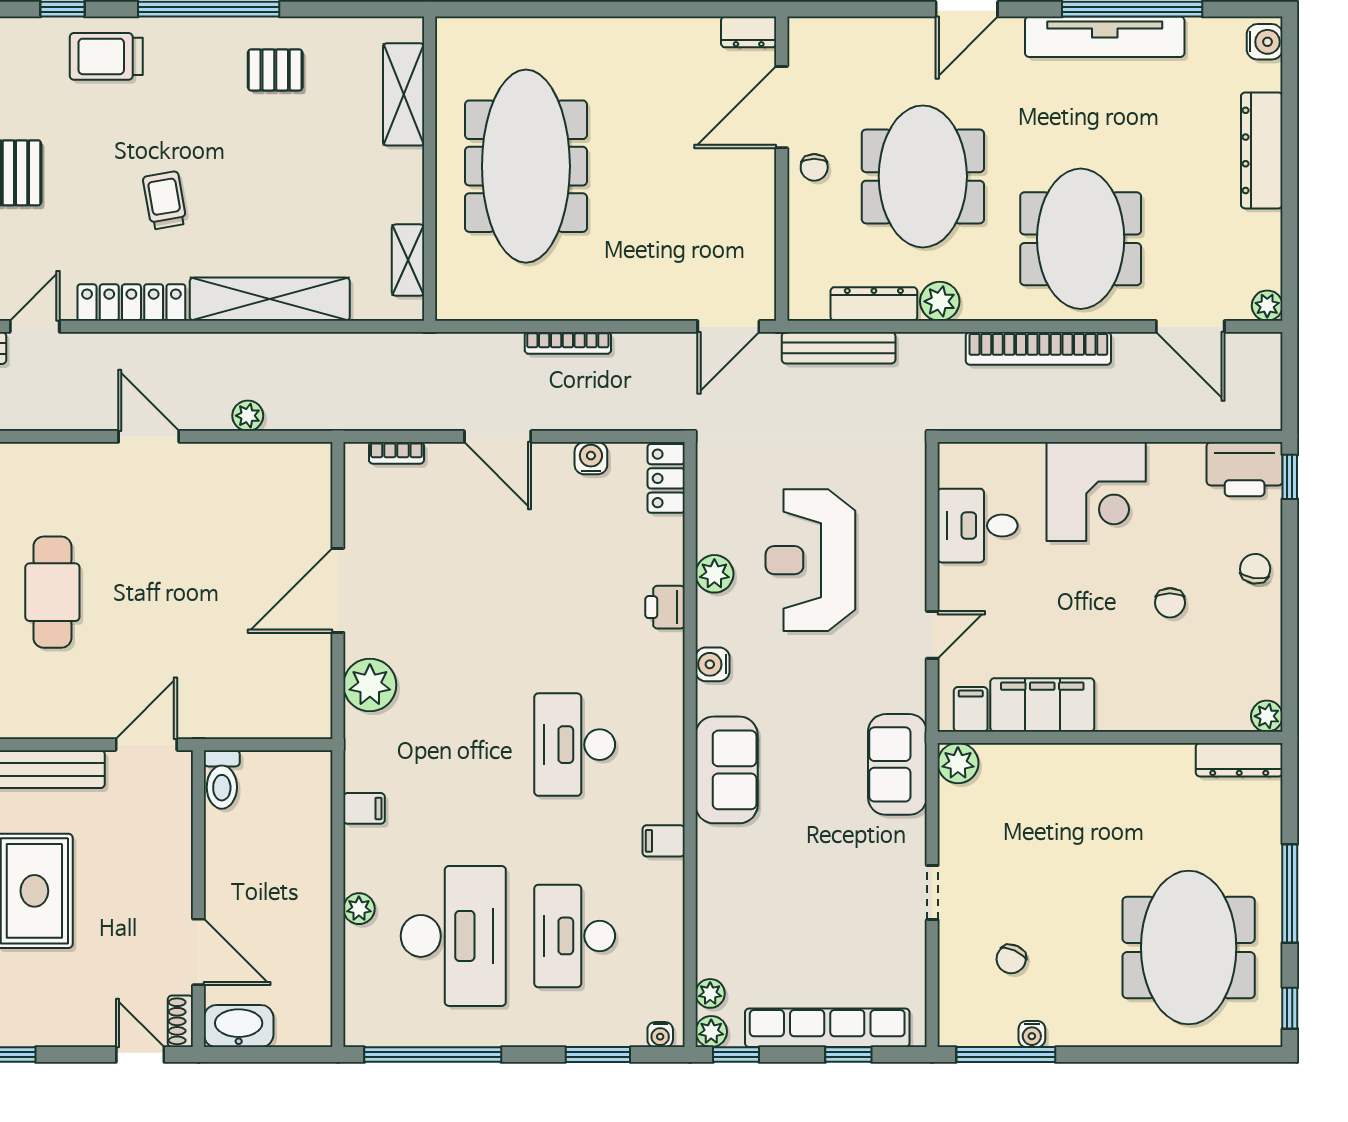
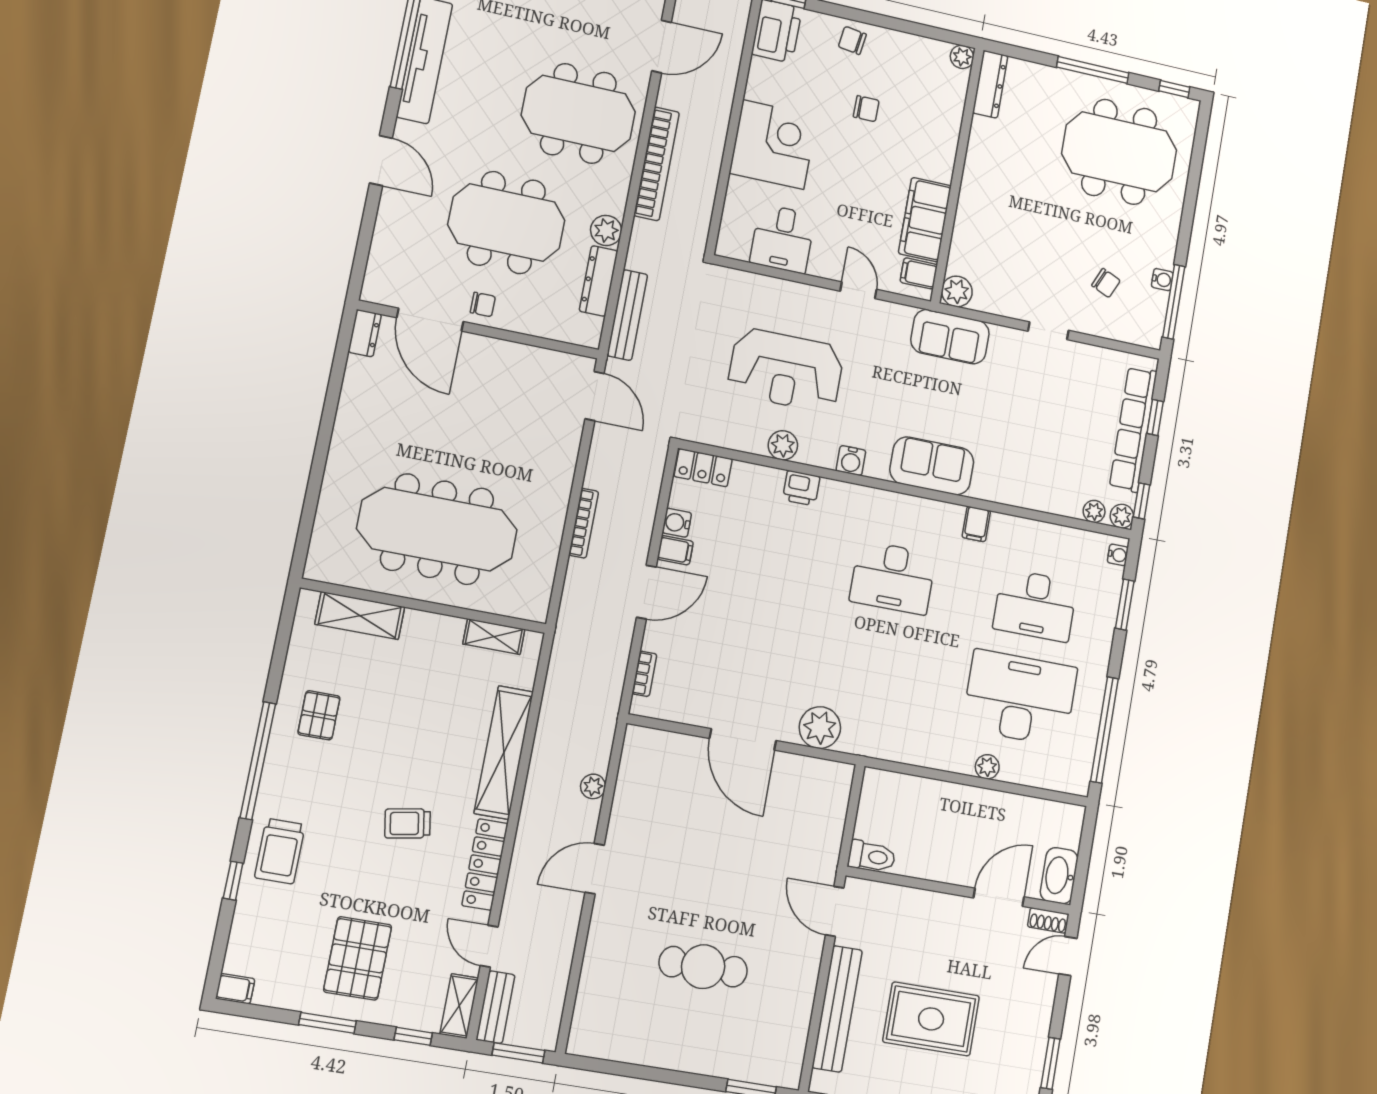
filing cabinet: (364, 808) -> (675, 550), moved, turned 90

